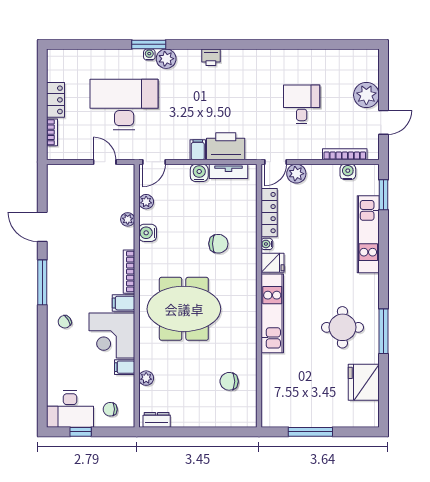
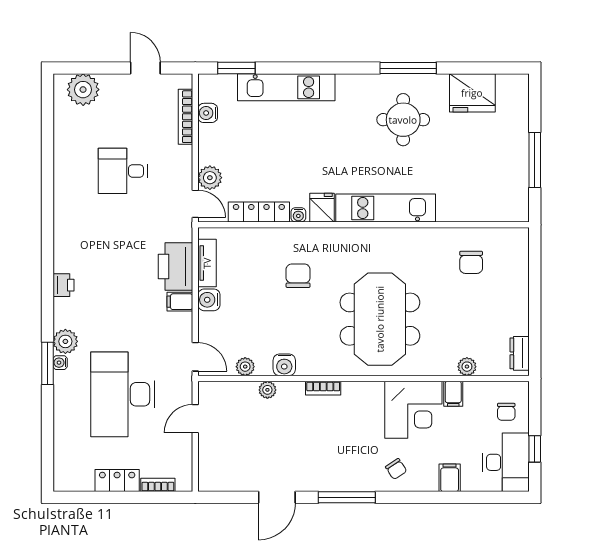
plant: (366, 95) -> (83, 90), moved
bookcase: (129, 272) -> (323, 388), width x0.64
filing cabinet: (123, 303) -> (450, 478), moved, turned 180

